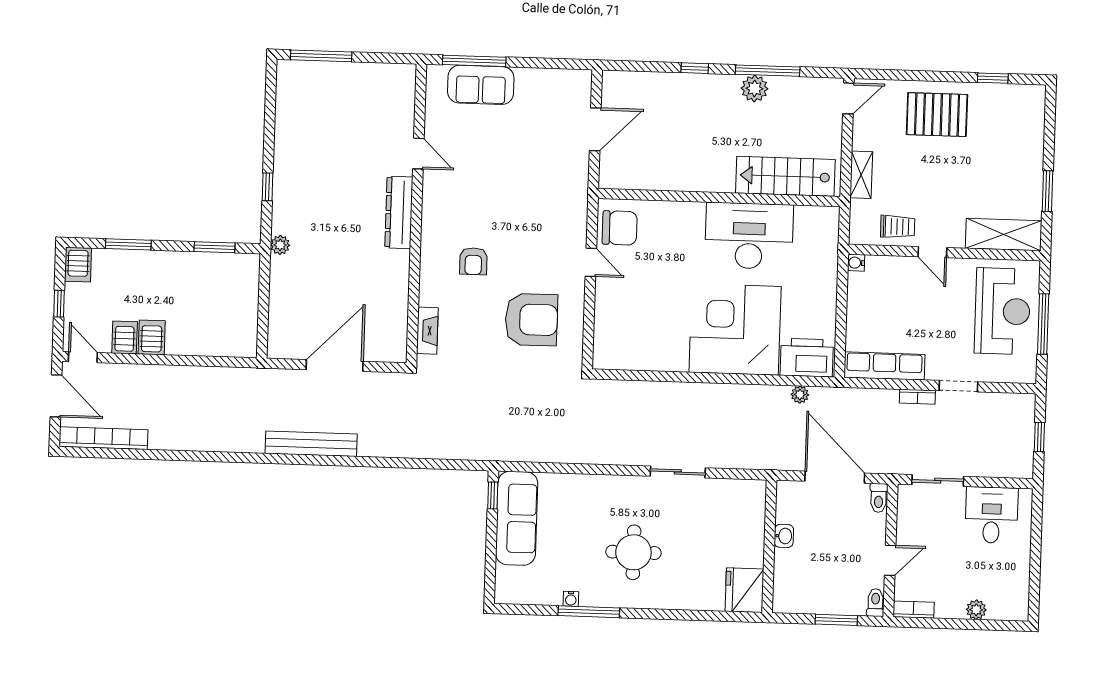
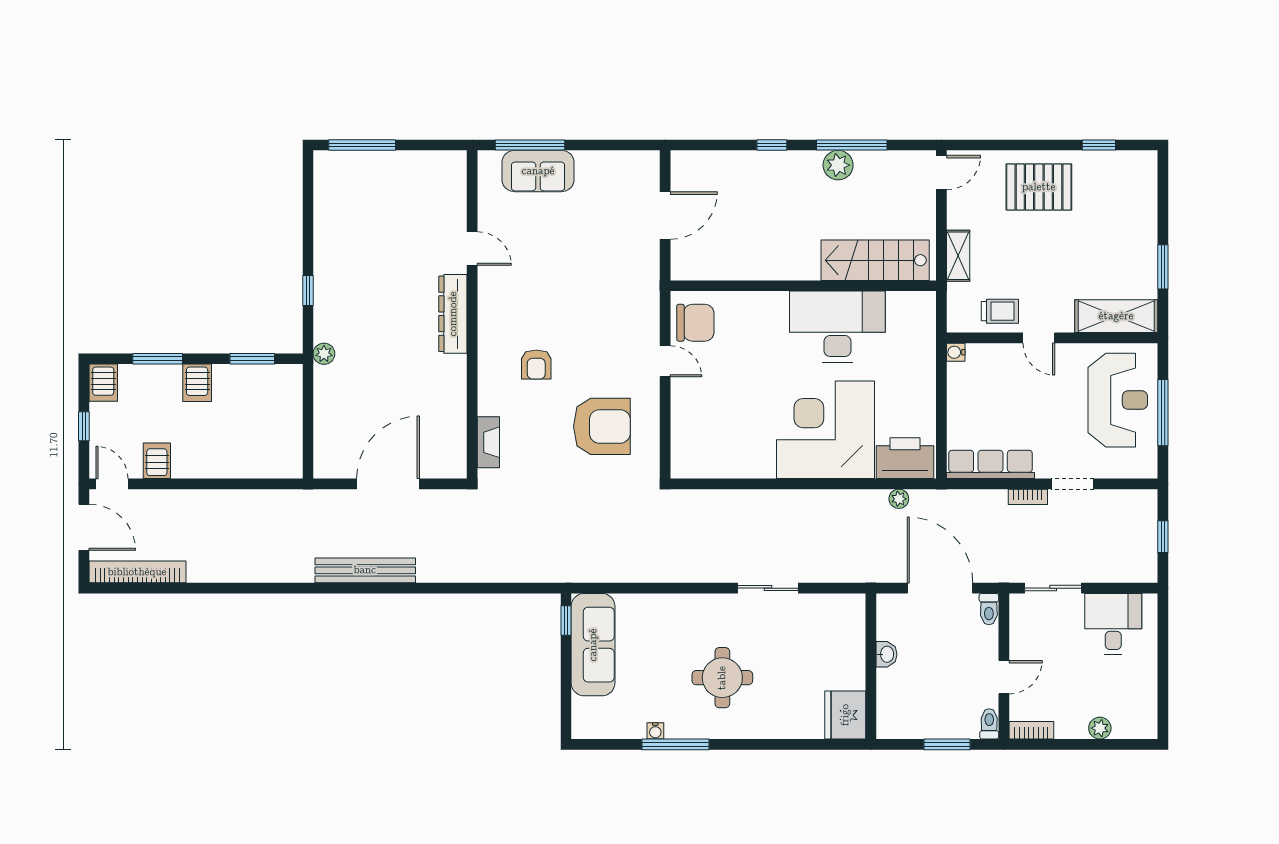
server rack: (152, 337) -> (197, 383), moved, turned 180

